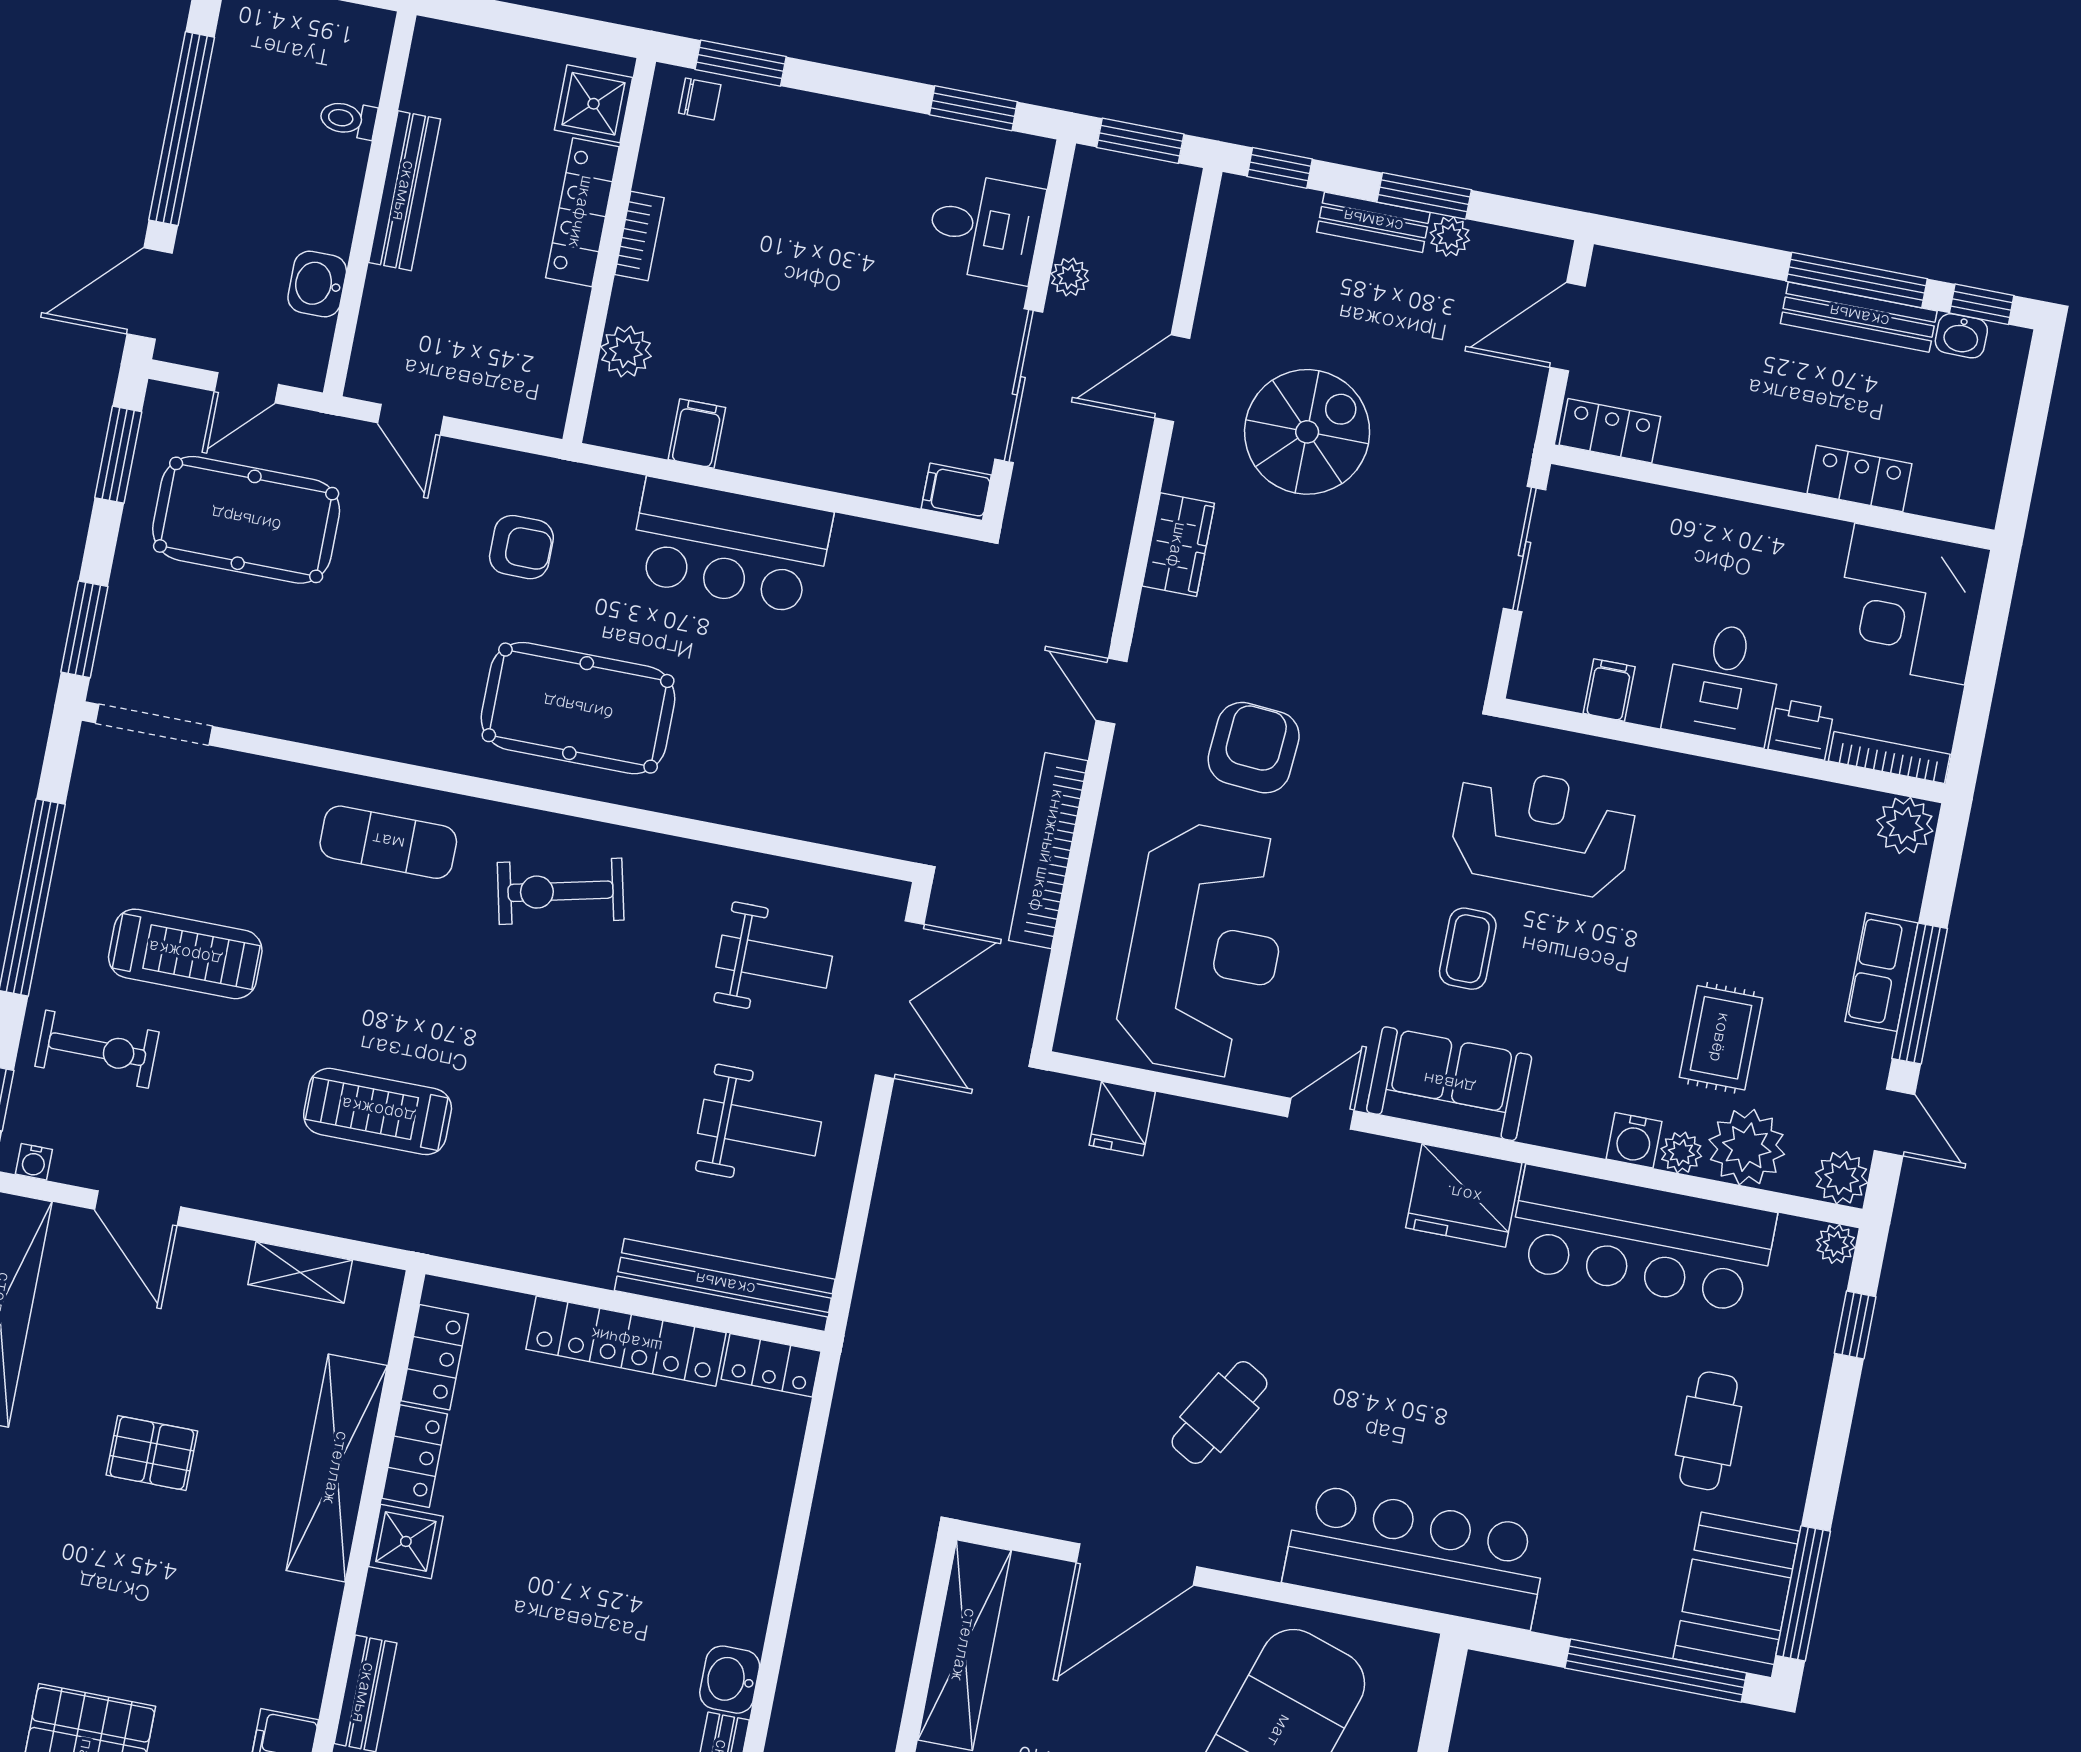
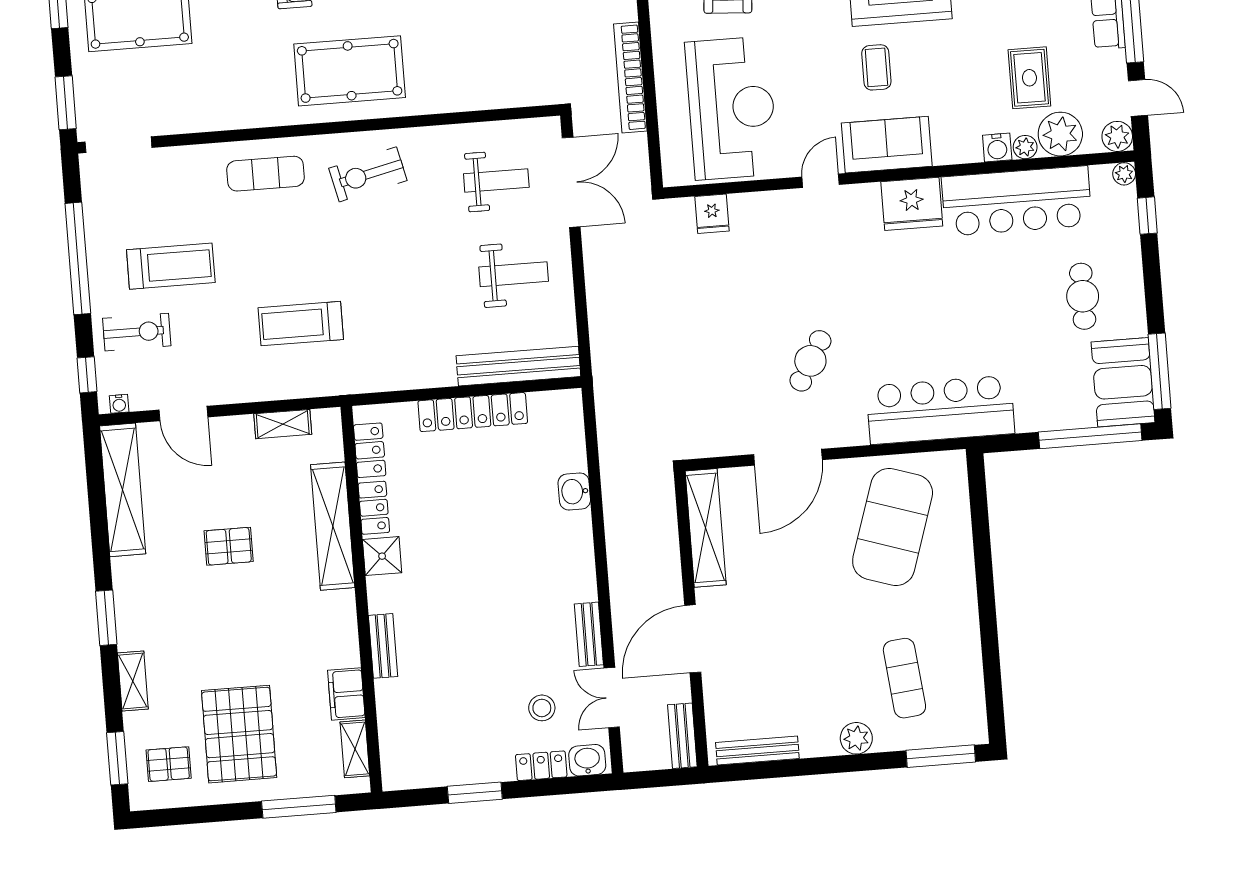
locker: (771, 1365) -> (556, 403), removed
washbasin: (730, 1680) -> (574, 491), moved

